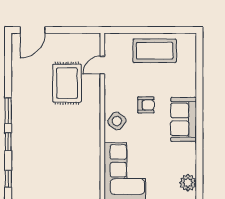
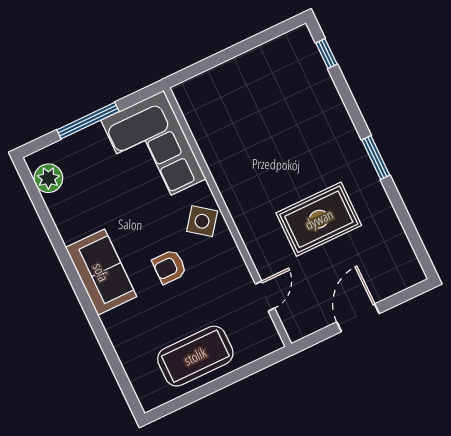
door: (33, 30) -> (358, 318), moved
rug: (67, 83) -> (319, 219), moved, turned 90
window: (8, 142) -> (353, 110), removed

